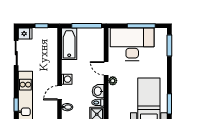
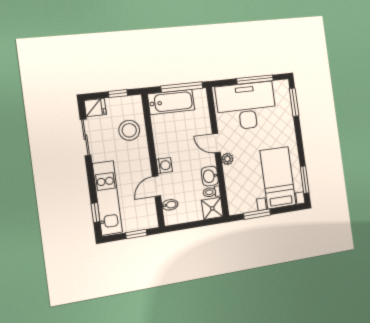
bathtub: (69, 44) -> (171, 102), moved, turned 90
stool: (46, 52) -> (129, 130), added

